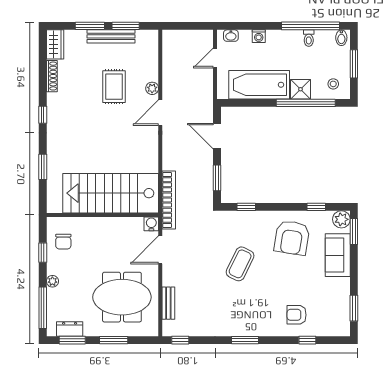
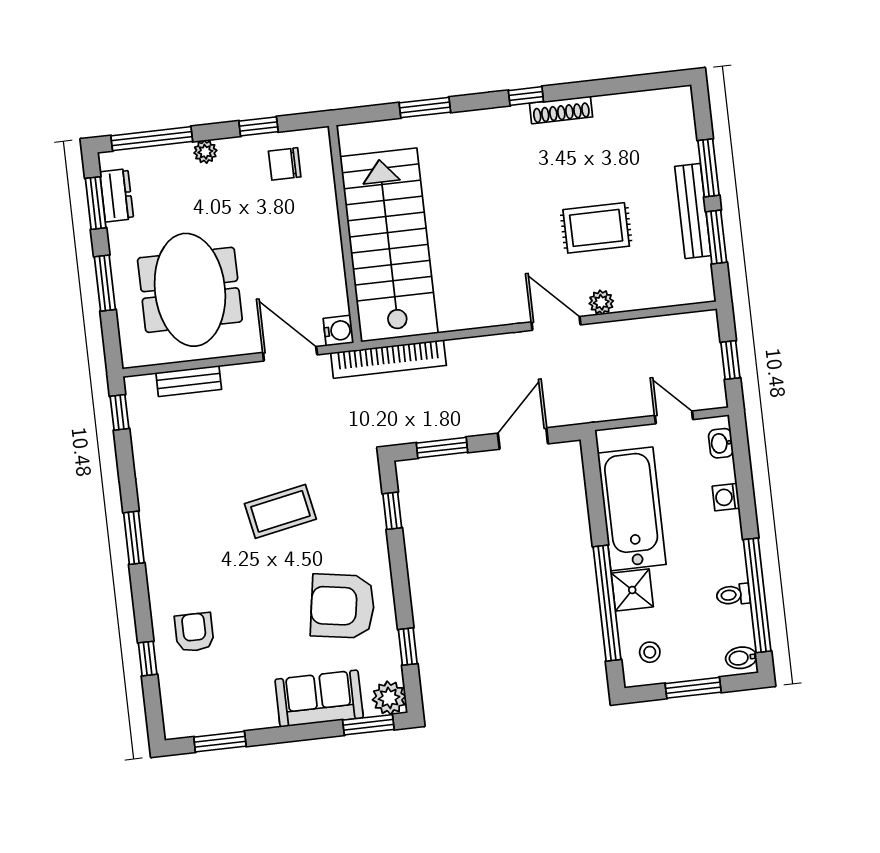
window: (189, 26) -> (730, 360), added
wardrobe: (55, 44) -> (665, 104), removed
shoe rack: (52, 76) -> (561, 110), moved
coffee table: (240, 264) -> (280, 511), turned -37

